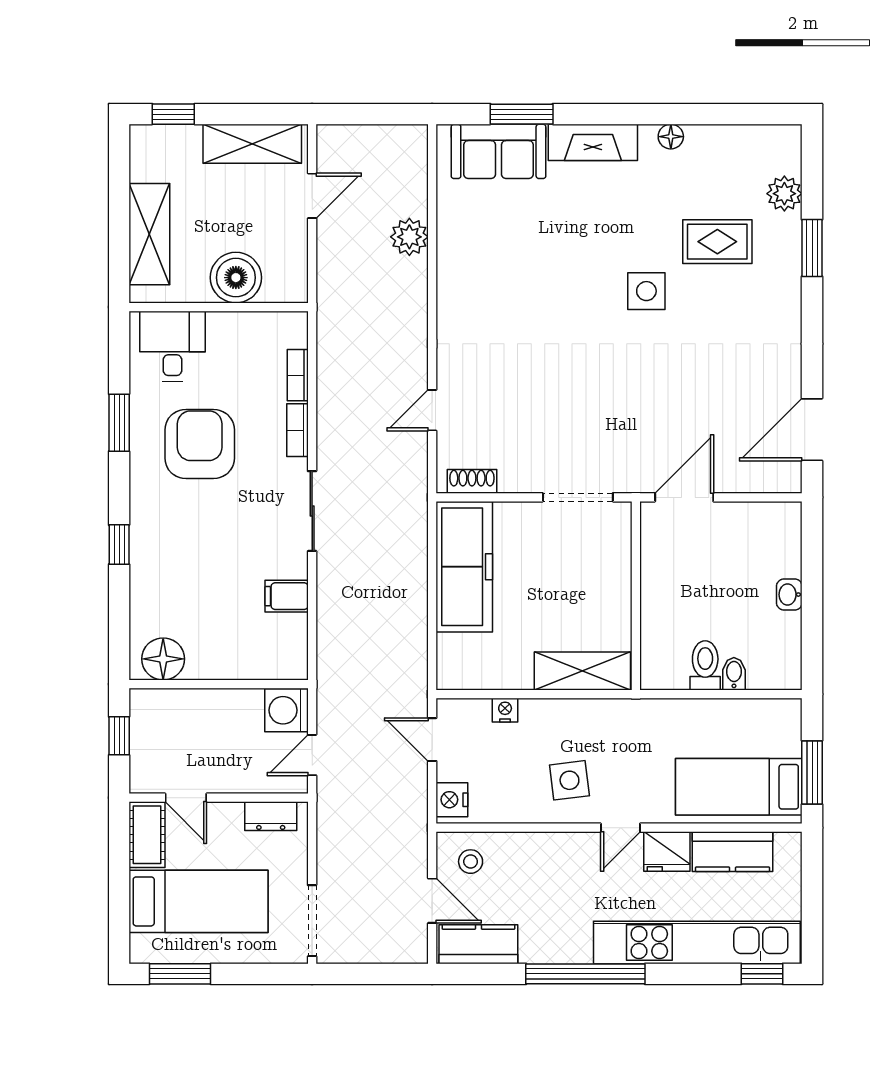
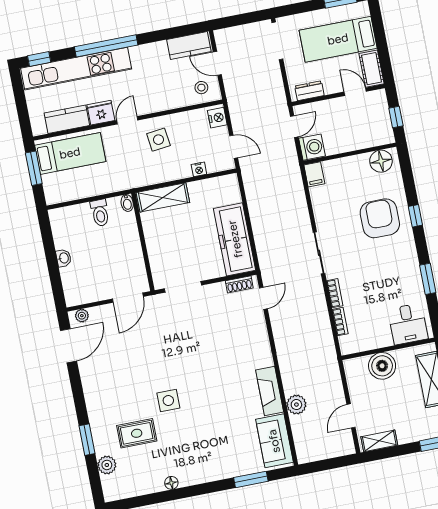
fireplace: (593, 142) -> (270, 391), moved, turned -90
shelving: (252, 144) -> (379, 441), width x0.67, depth x0.75
sofa: (498, 151) -> (274, 441), moved, turned -90
door: (432, 410) -> (263, 298), moved
armchair: (200, 444) -> (380, 218), moved, turned 180
plant: (776, 481) -> (82, 316), added
filing cabinet: (287, 596) -> (314, 174), moved, turned 90
bidet: (734, 674) -> (127, 203), moved
window: (585, 974) -> (106, 46), moved

